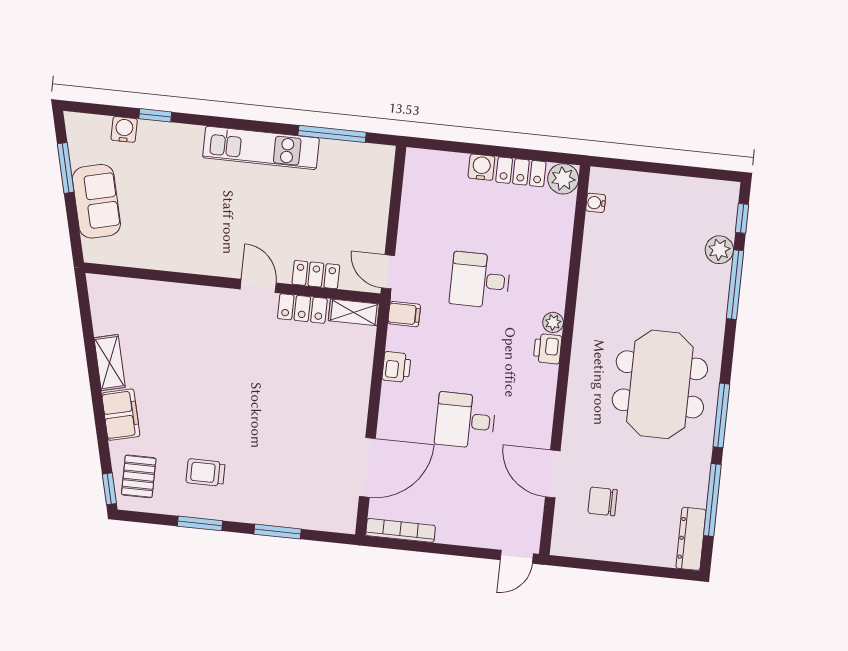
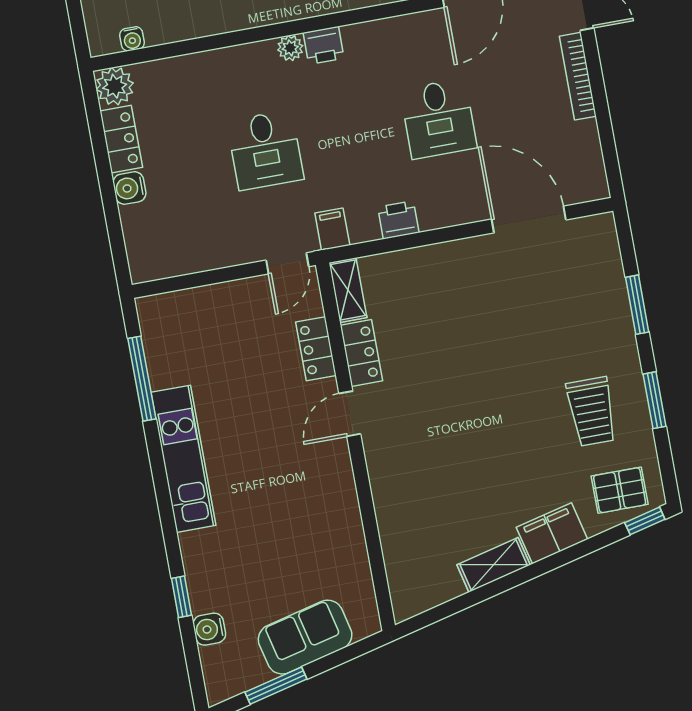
trolley: (206, 473) -> (592, 412), width x1.36, depth x1.39
bookcase: (401, 530) -> (578, 76), moved

